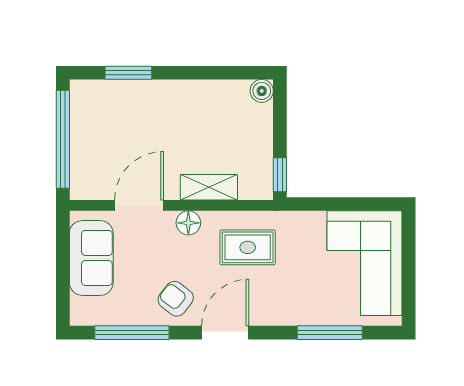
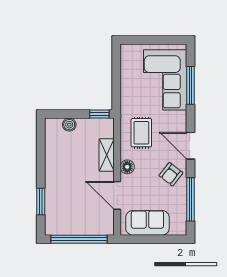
boiler: (262, 91) -> (69, 125), moved
corner sofa: (364, 263) -> (165, 80), moved, turned 90

